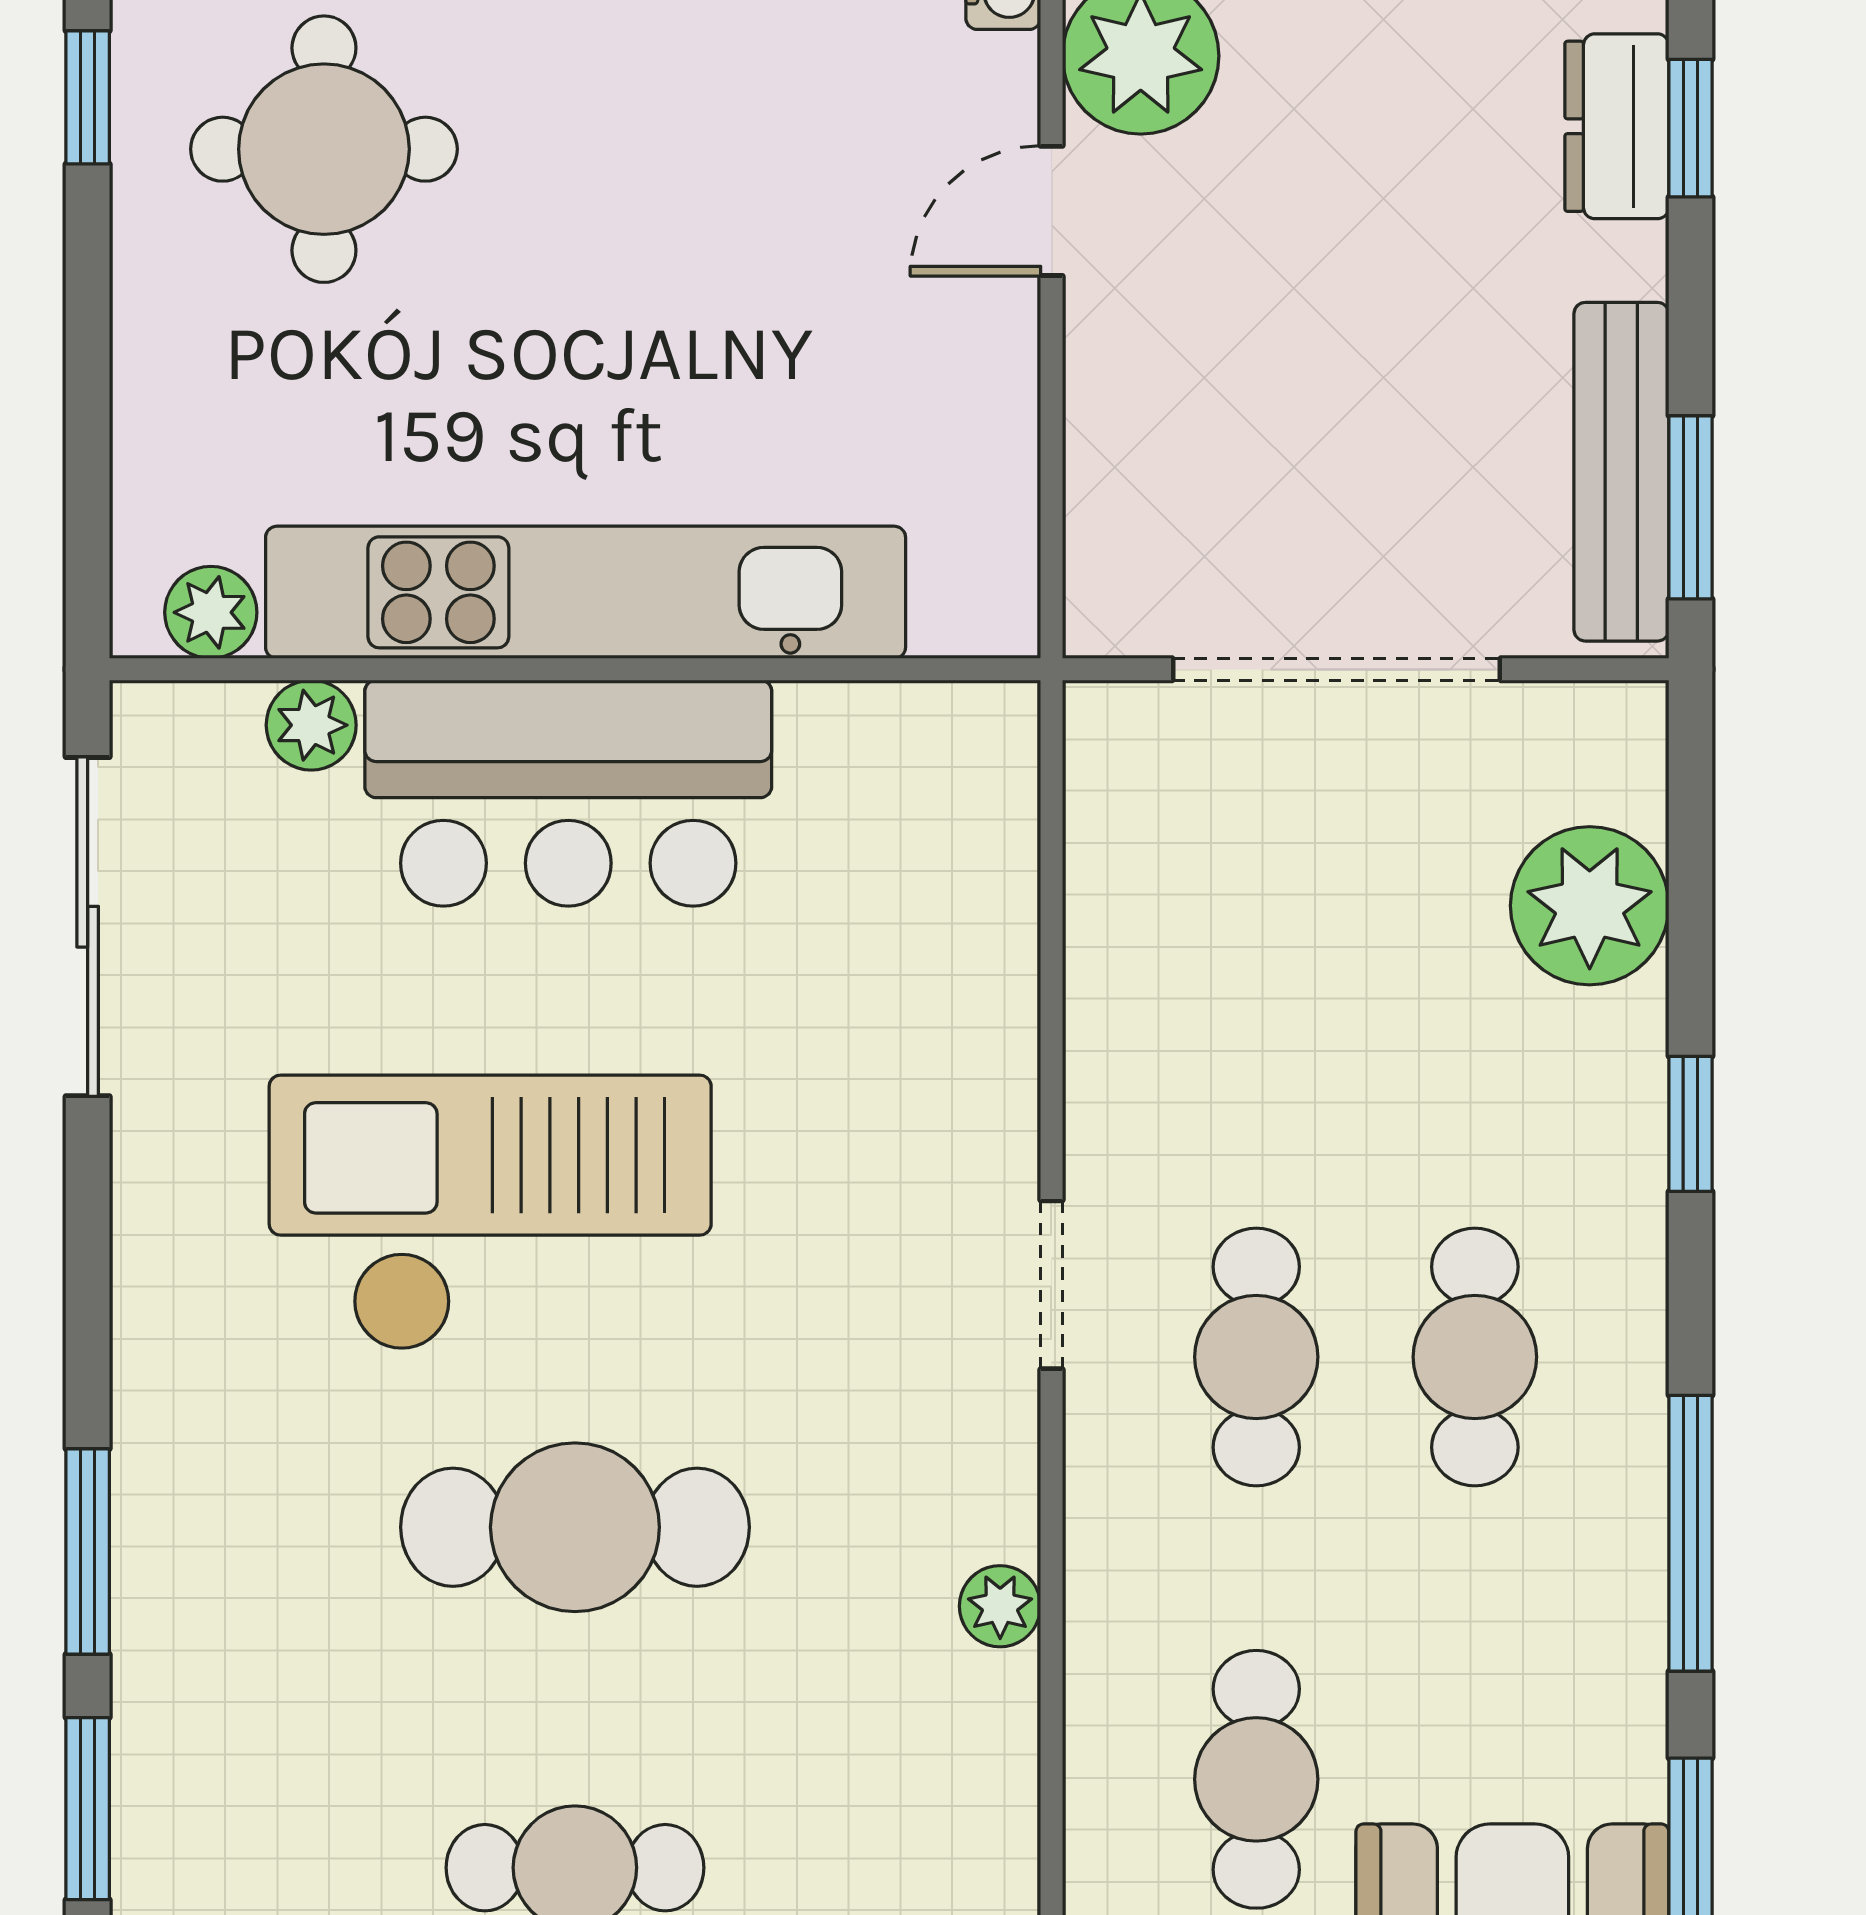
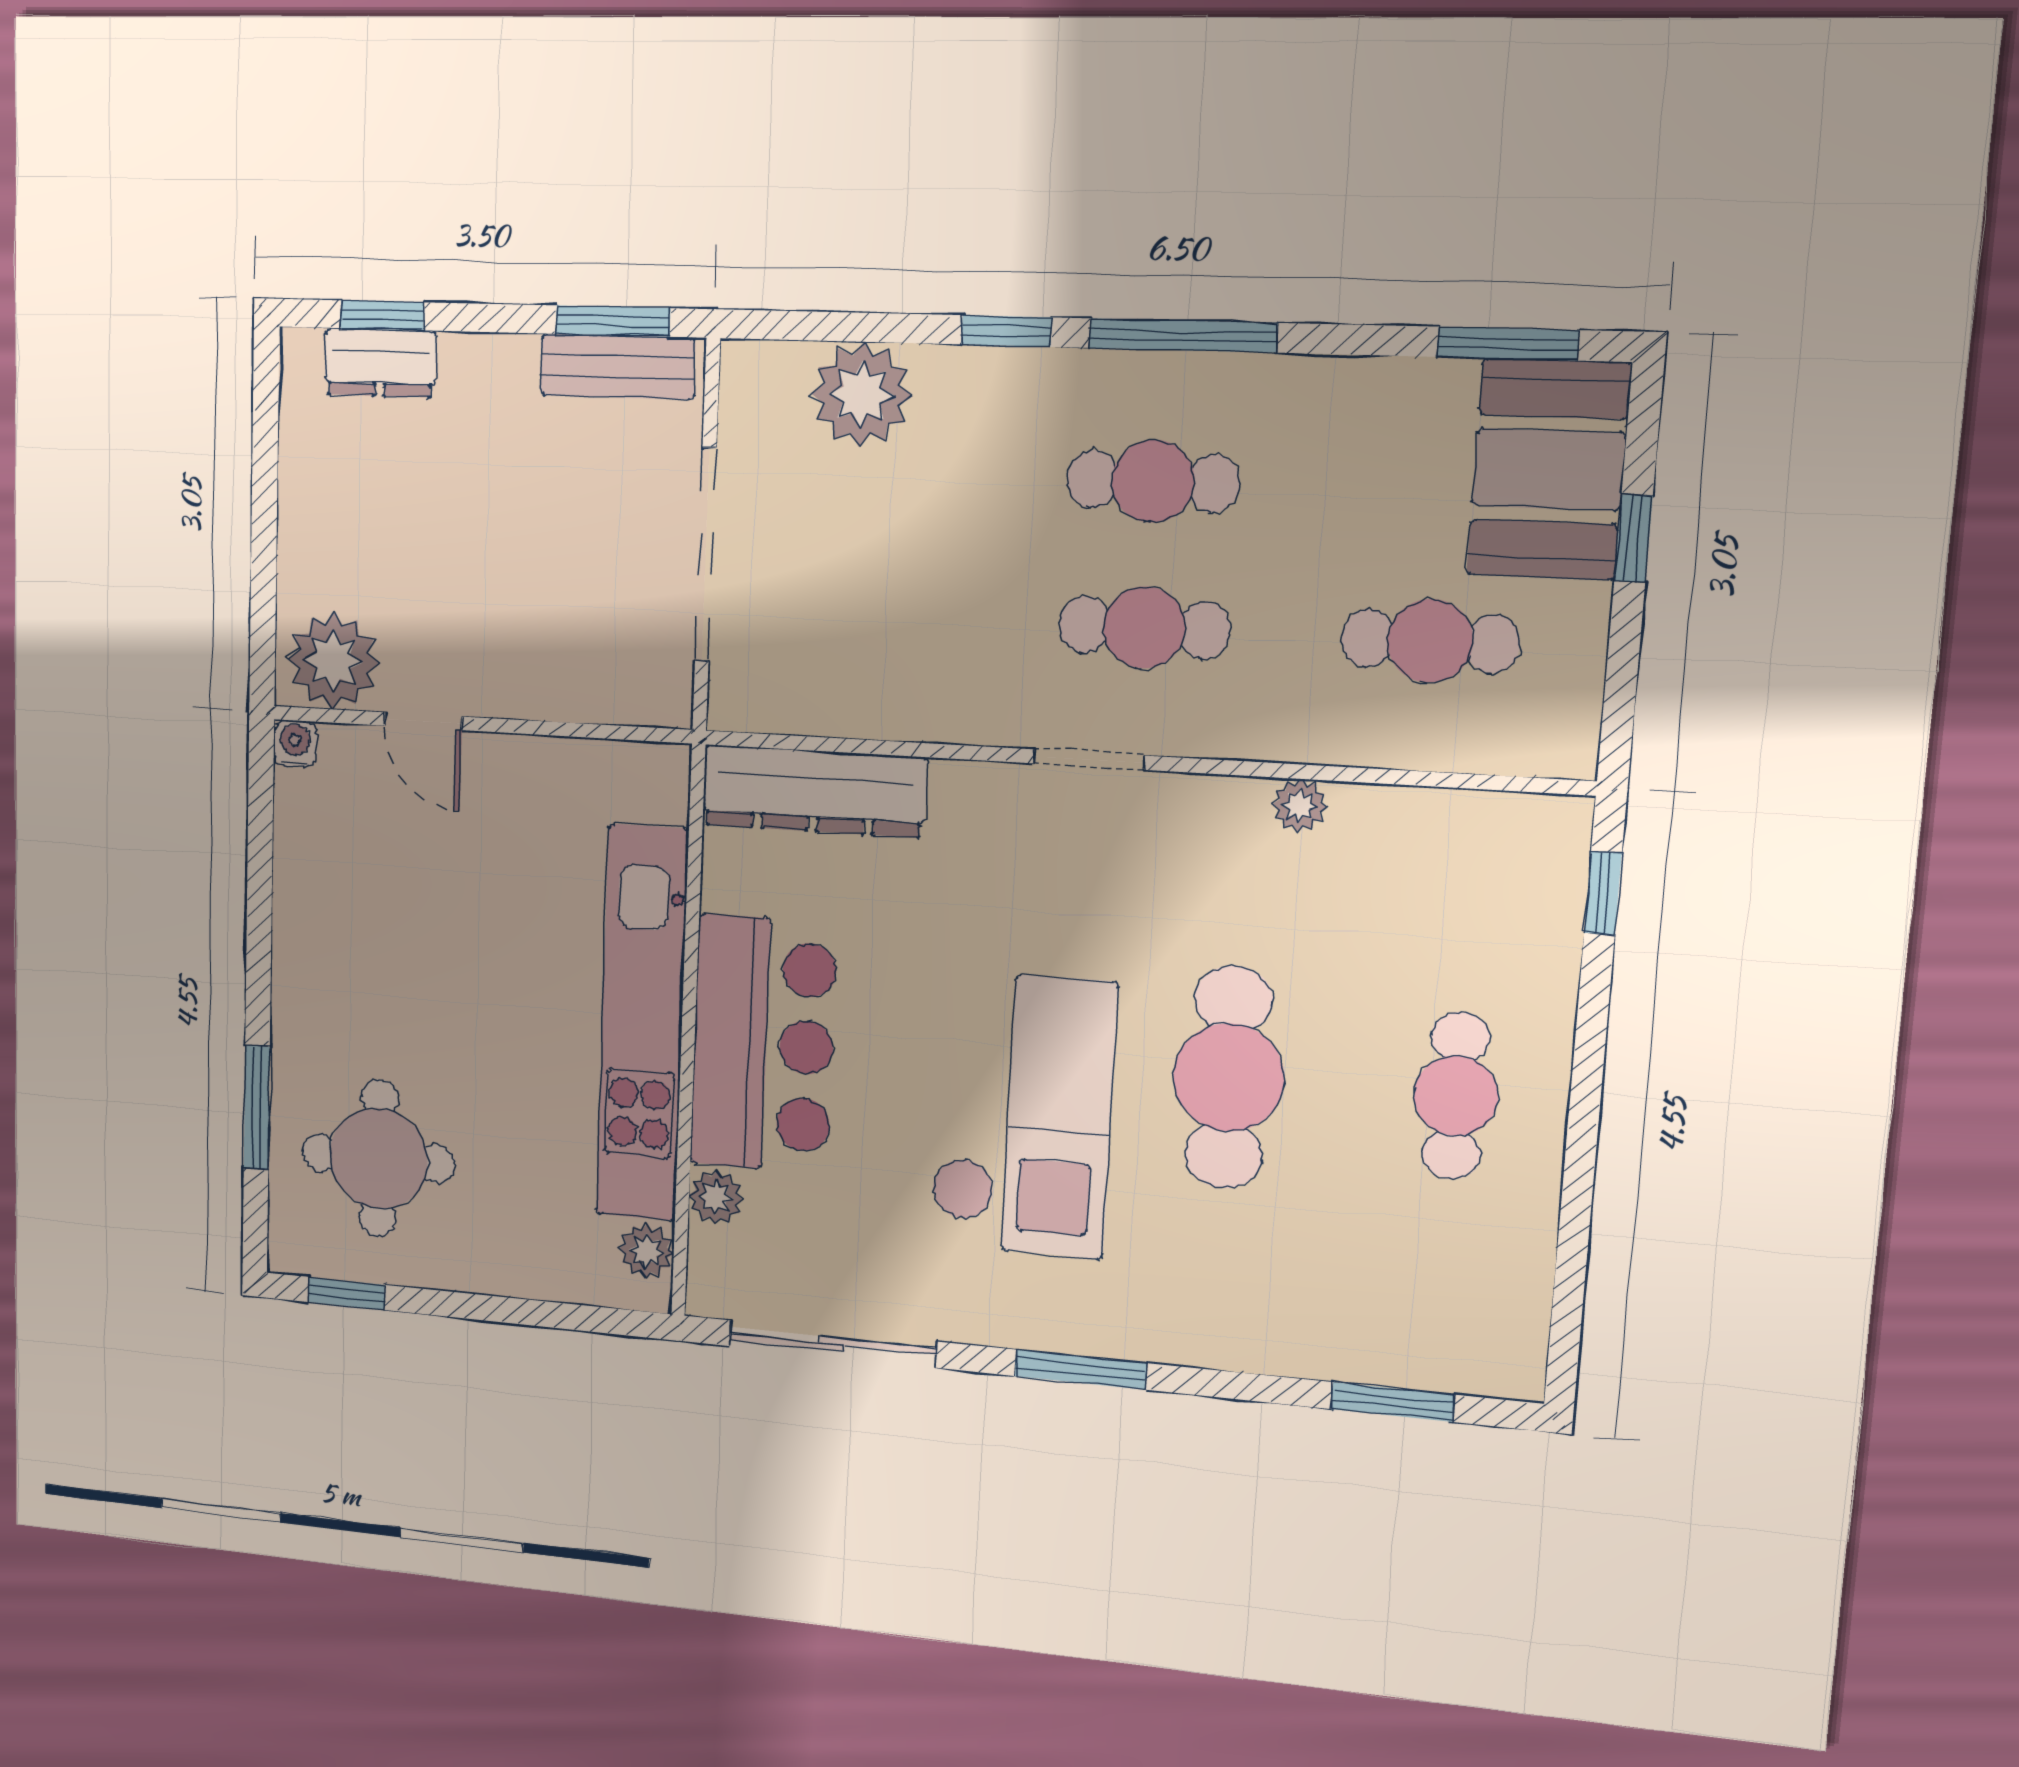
bench: (1621, 472) -> (617, 366), width x0.73
dresser: (977, 858) -> (814, 791), added
checkout: (490, 1213) -> (1023, 1114), turned 180
window: (1690, 1533) -> (1183, 335), moved
window: (88, 1551) -> (1080, 1370), moved

